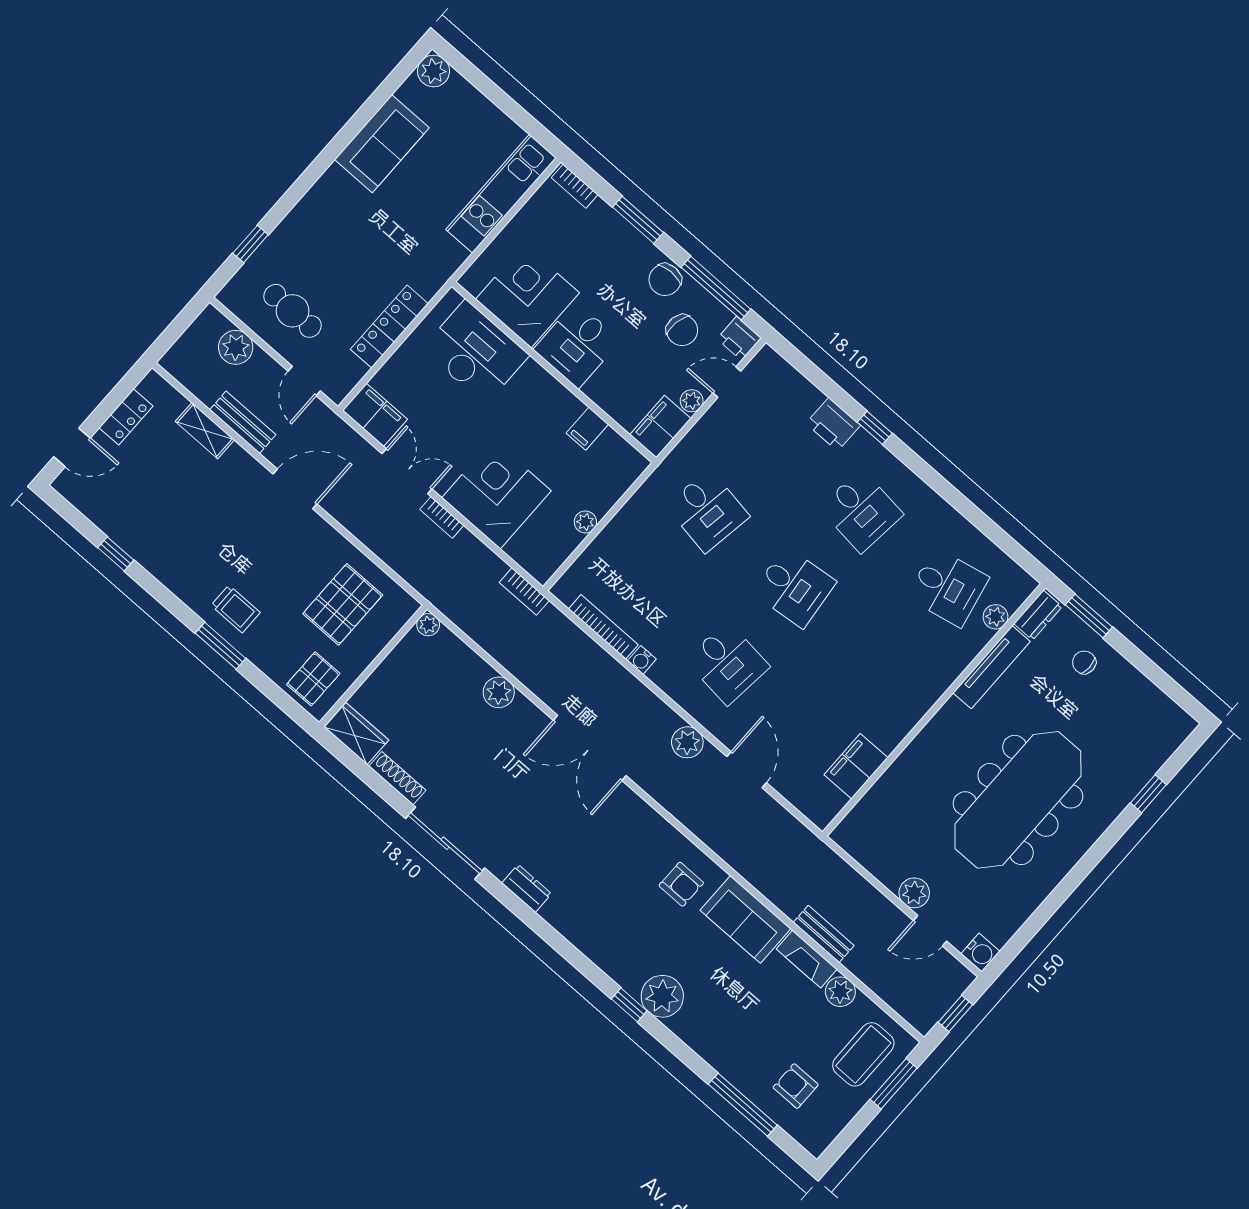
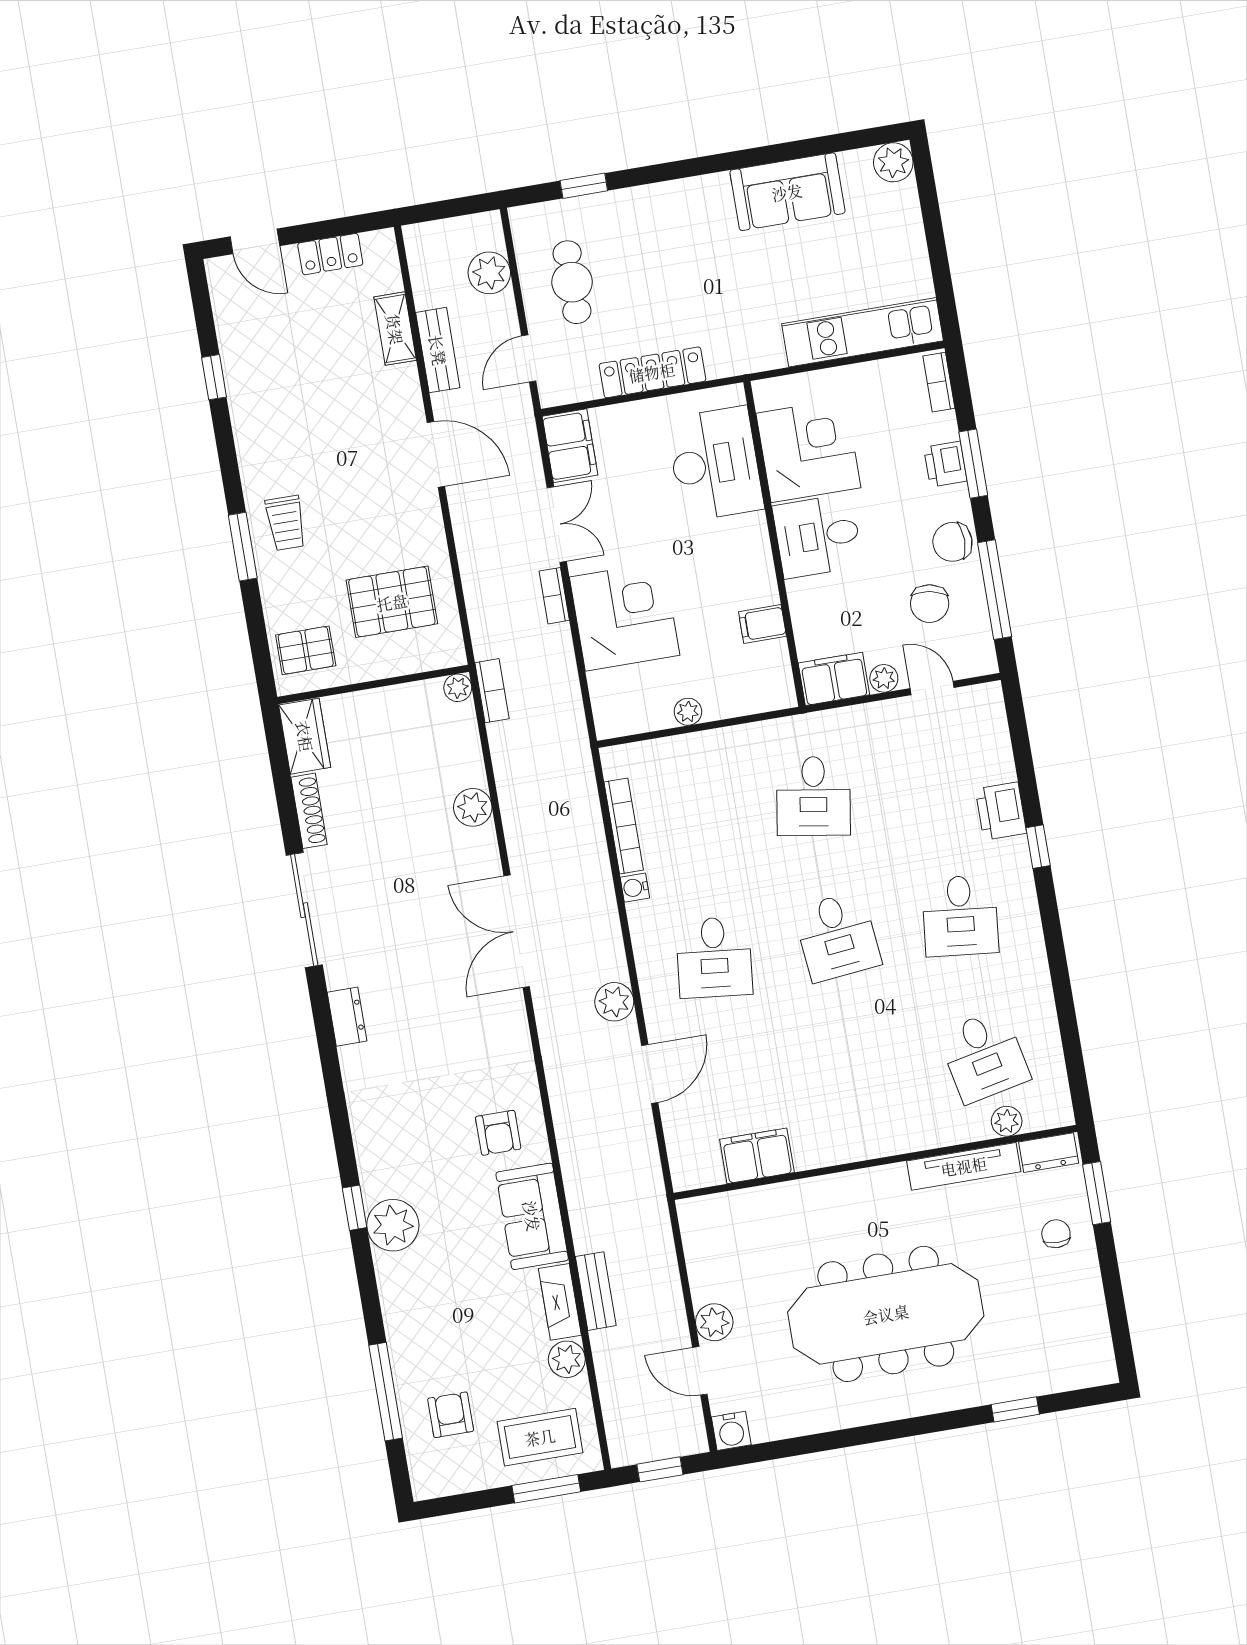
printer: (739, 338) -> (945, 464), moved
bookcase: (524, 591) -> (492, 691), moved, turned 180

